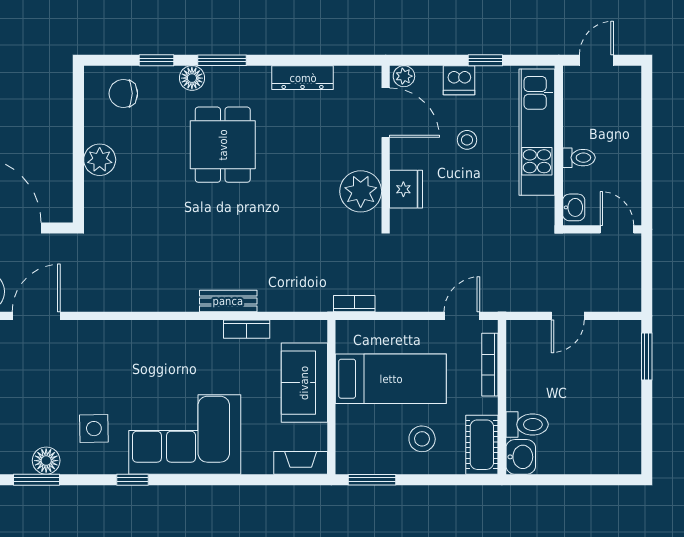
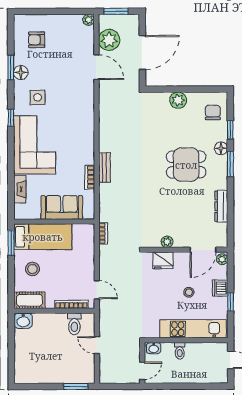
plant: (361, 191) -> (167, 242), width x0.53, depth x0.53
bed: (391, 379) -> (43, 237), moved, turned -90
toilet: (527, 425) -> (74, 324), moved
fireplace: (301, 463) -> (20, 189), moved

